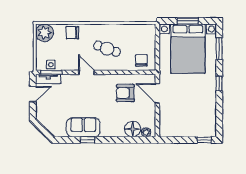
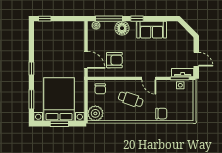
plant: (45, 33) -> (95, 113), moved
door: (33, 94) -> (196, 59), swing flipped
floor lamp: (133, 129) -> (122, 28), moved
window: (87, 140) -> (137, 19), moved
window: (131, 140) -> (109, 19), added

